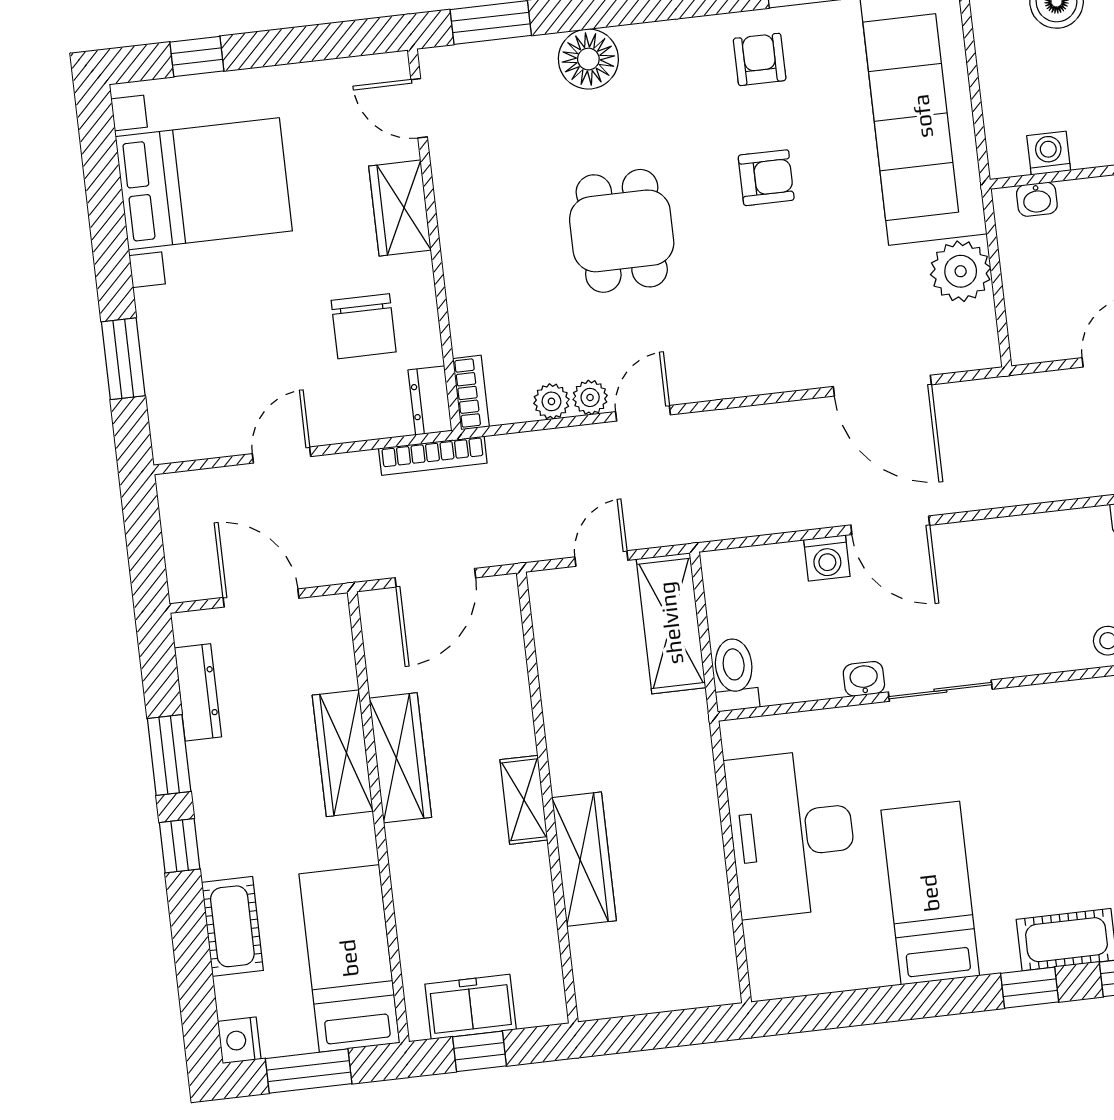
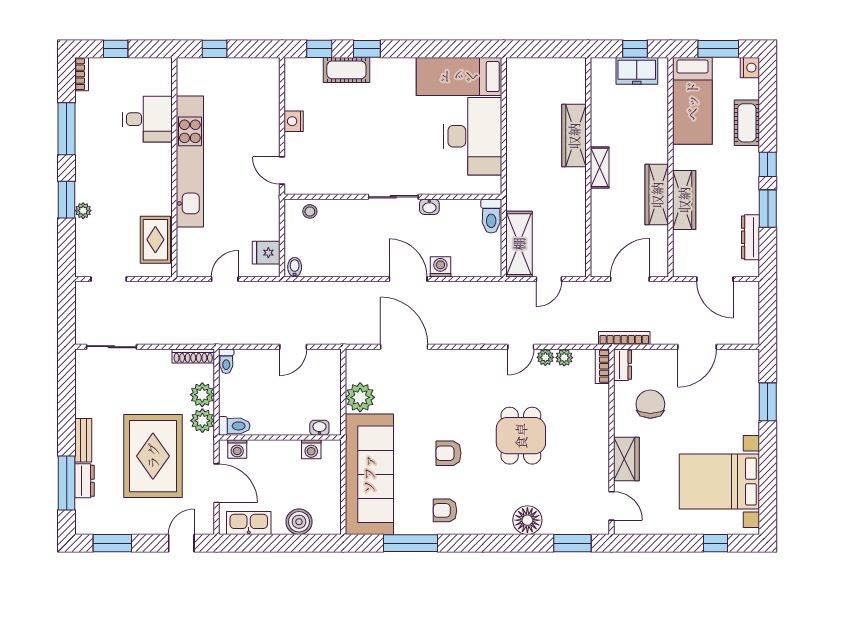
armchair: (760, 59) -> (445, 510), turned 90
door: (282, 455) -> (697, 347), width x1.37
bed: (930, 893) -> (459, 77), moved, turned 90

